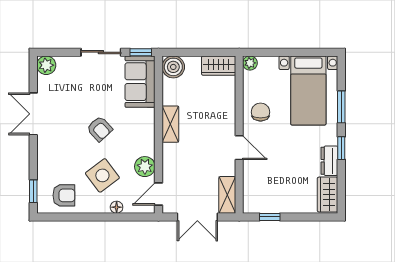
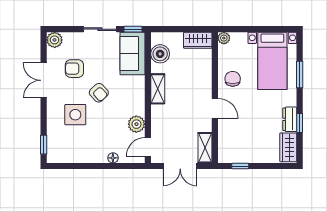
boiler: (173, 67) -> (160, 54), moved
window: (341, 148) -> (300, 123), moved
side table: (102, 175) -> (75, 115), moved, turned 37
armchair: (64, 195) -> (74, 69), moved, turned 180

